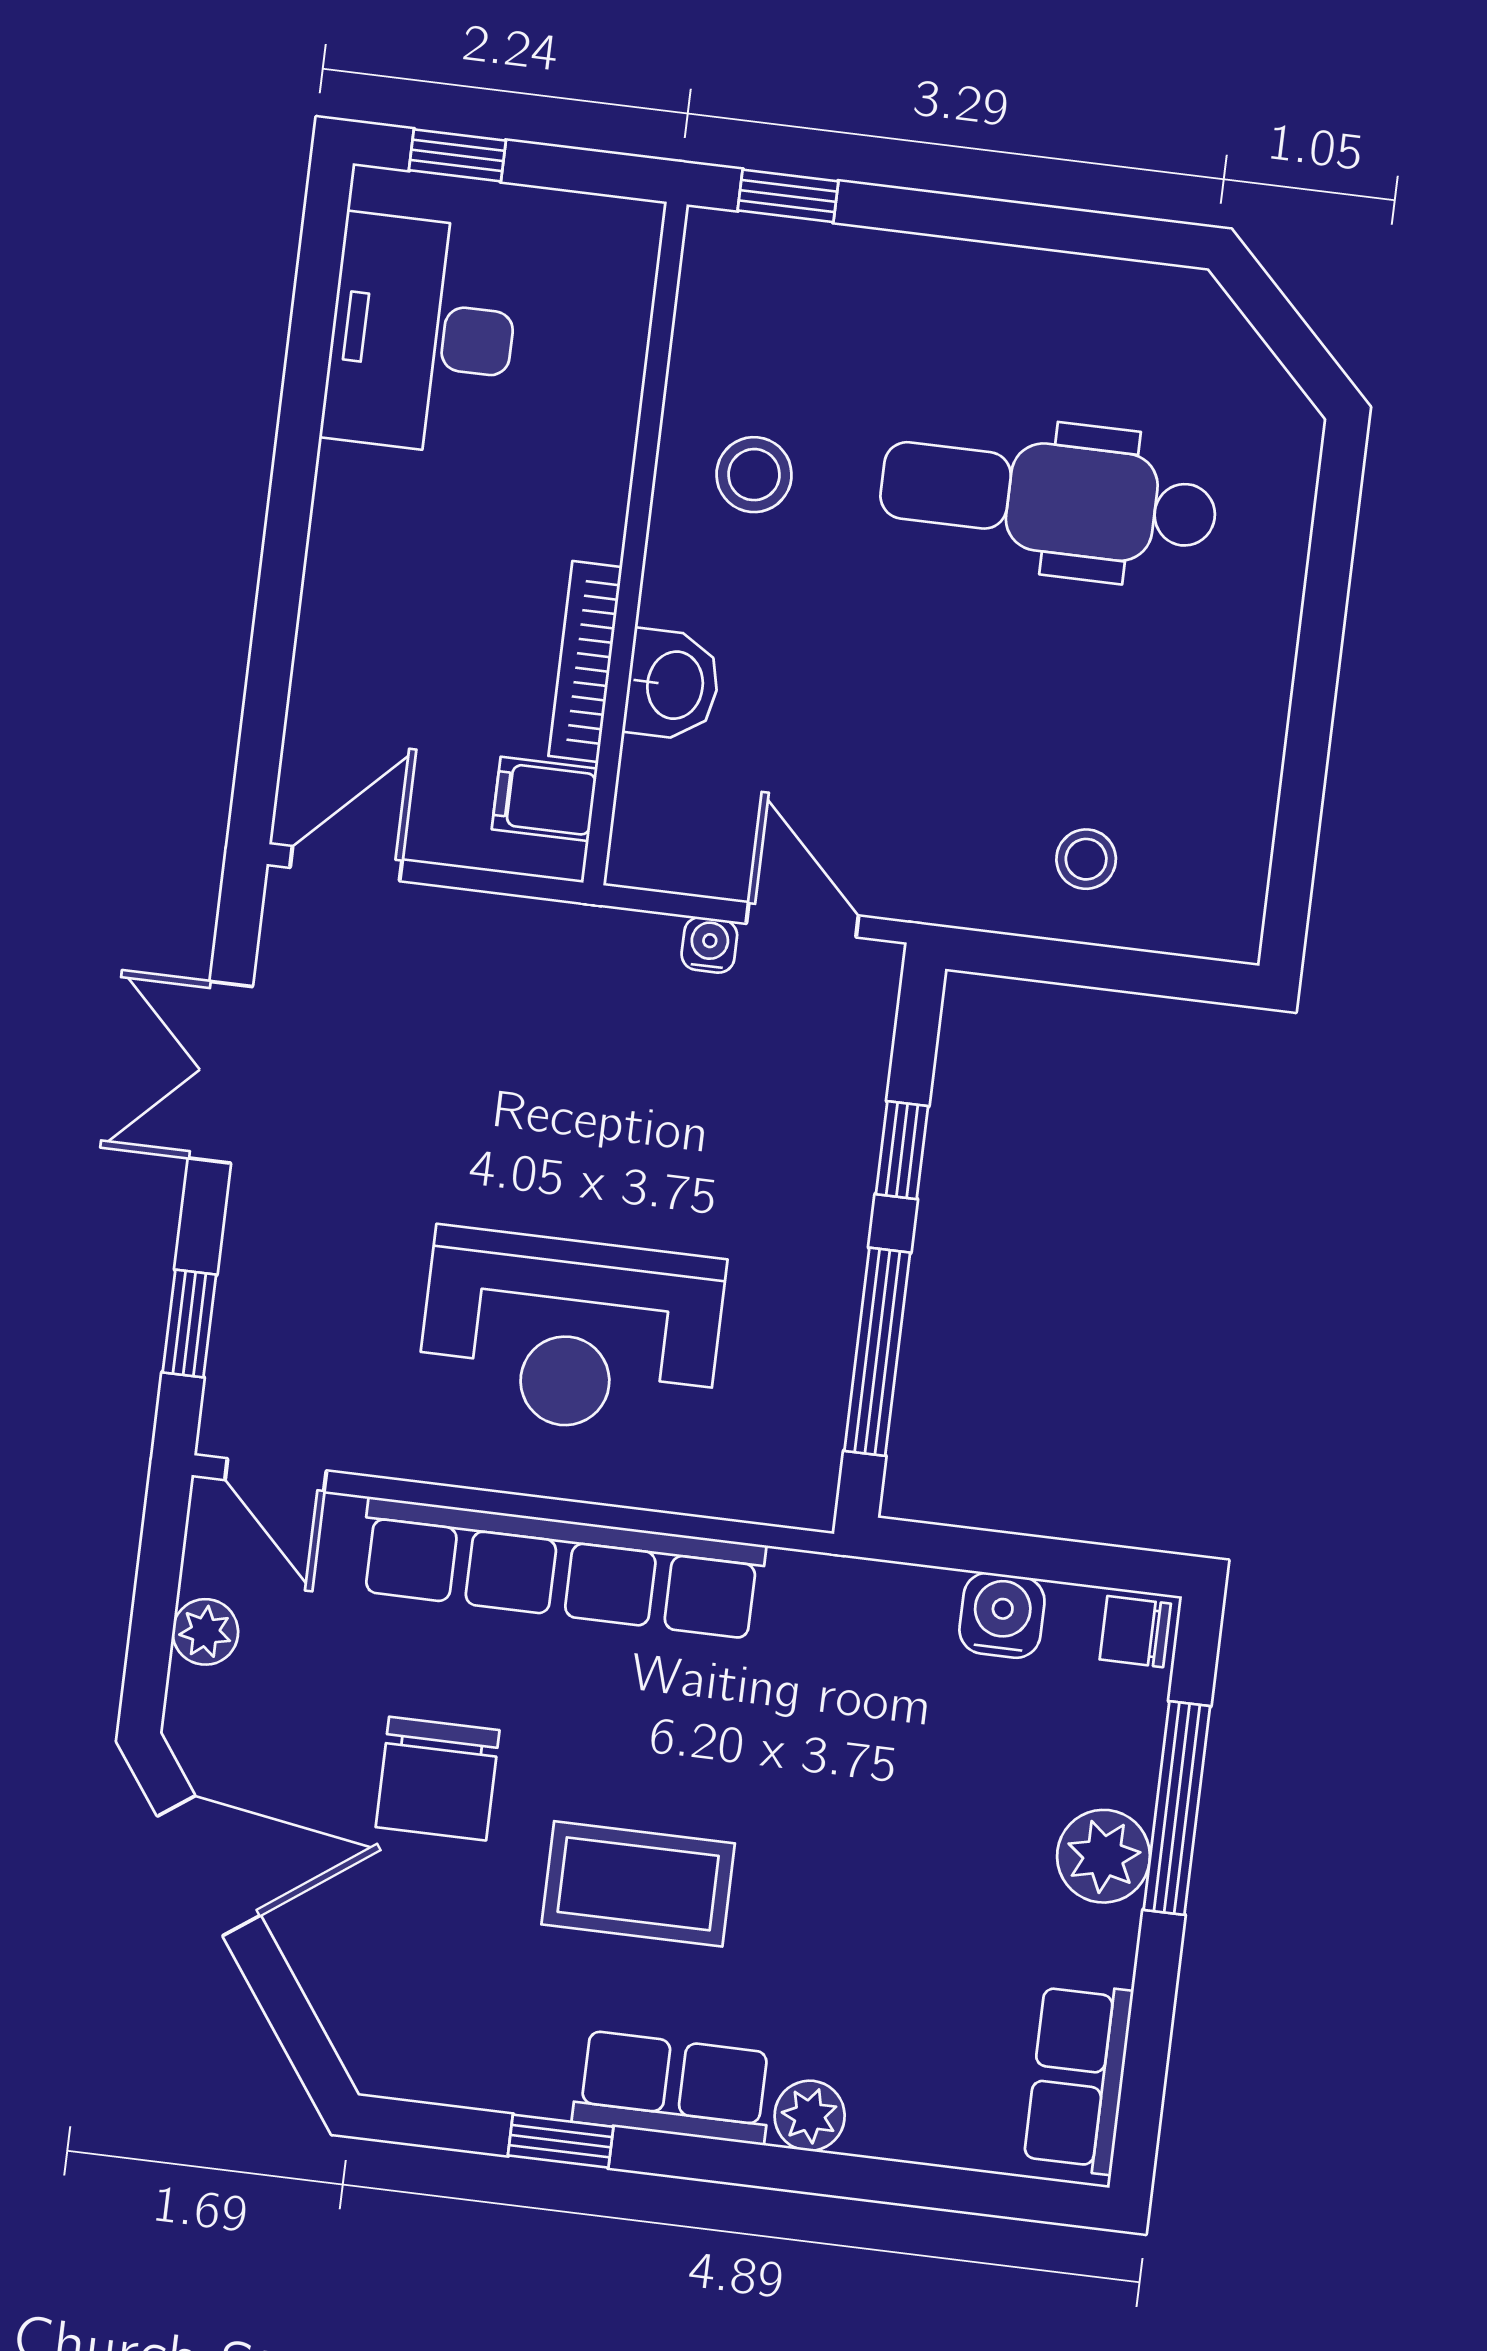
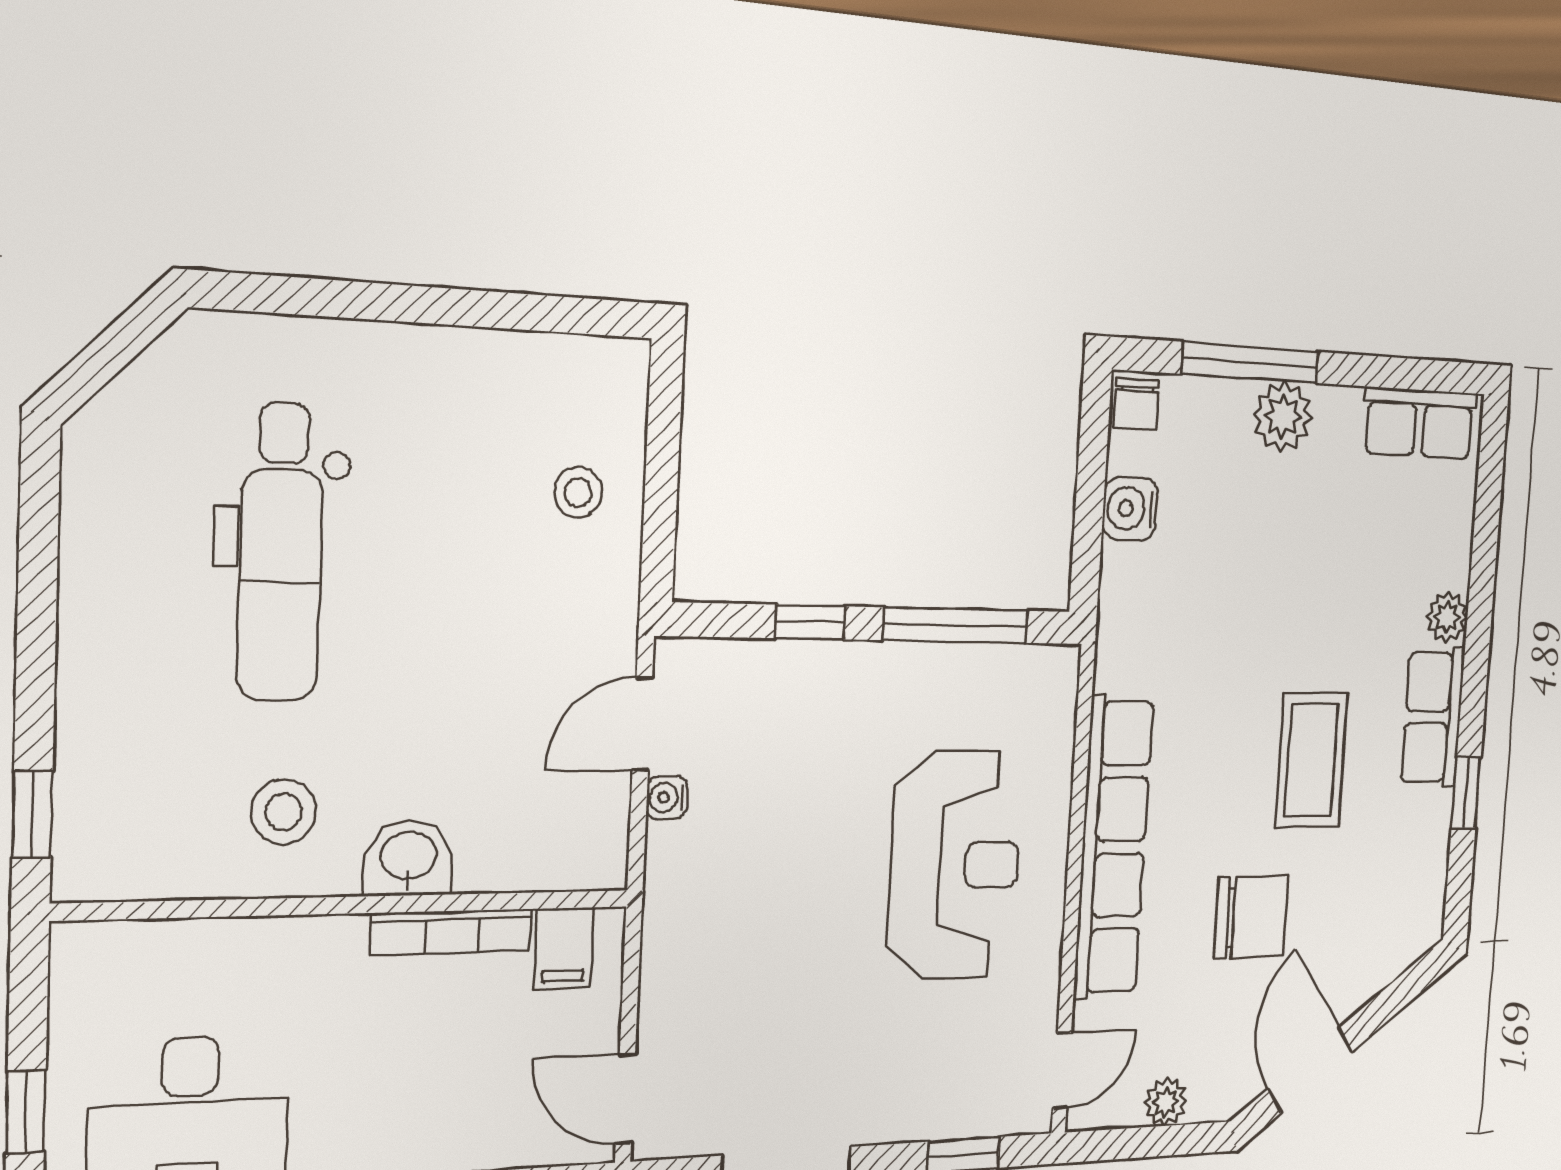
washbasin: (672, 685) -> (408, 858), moved

